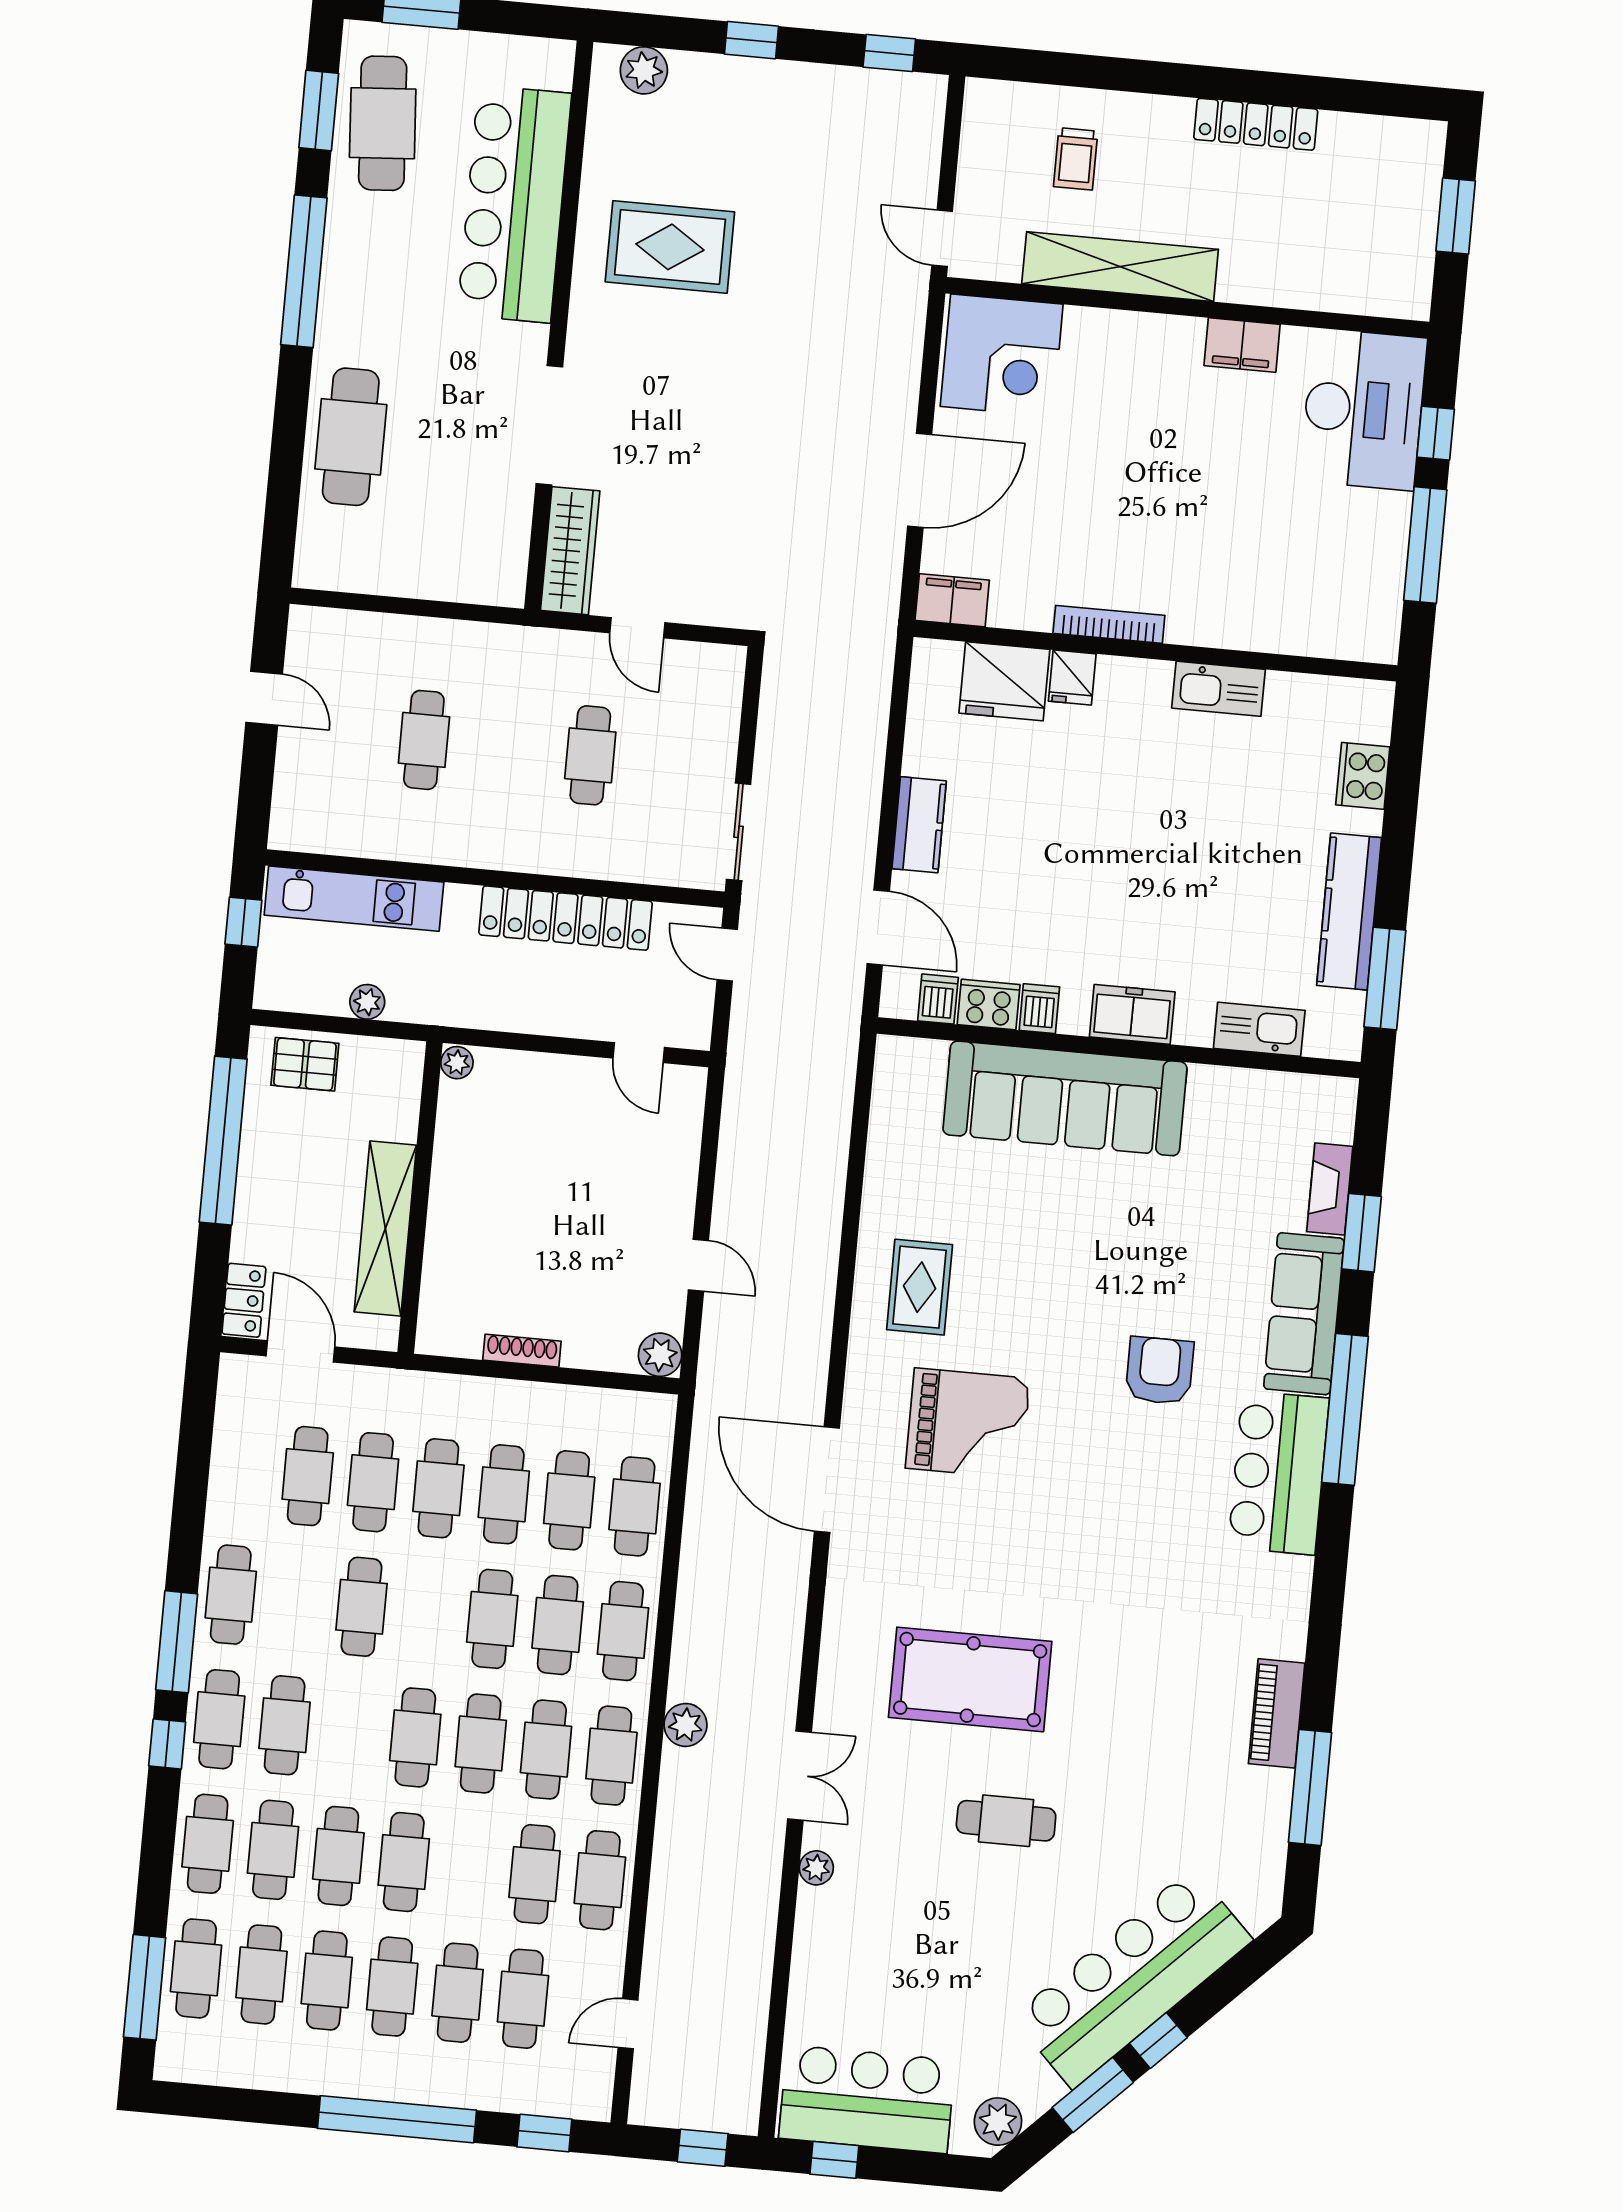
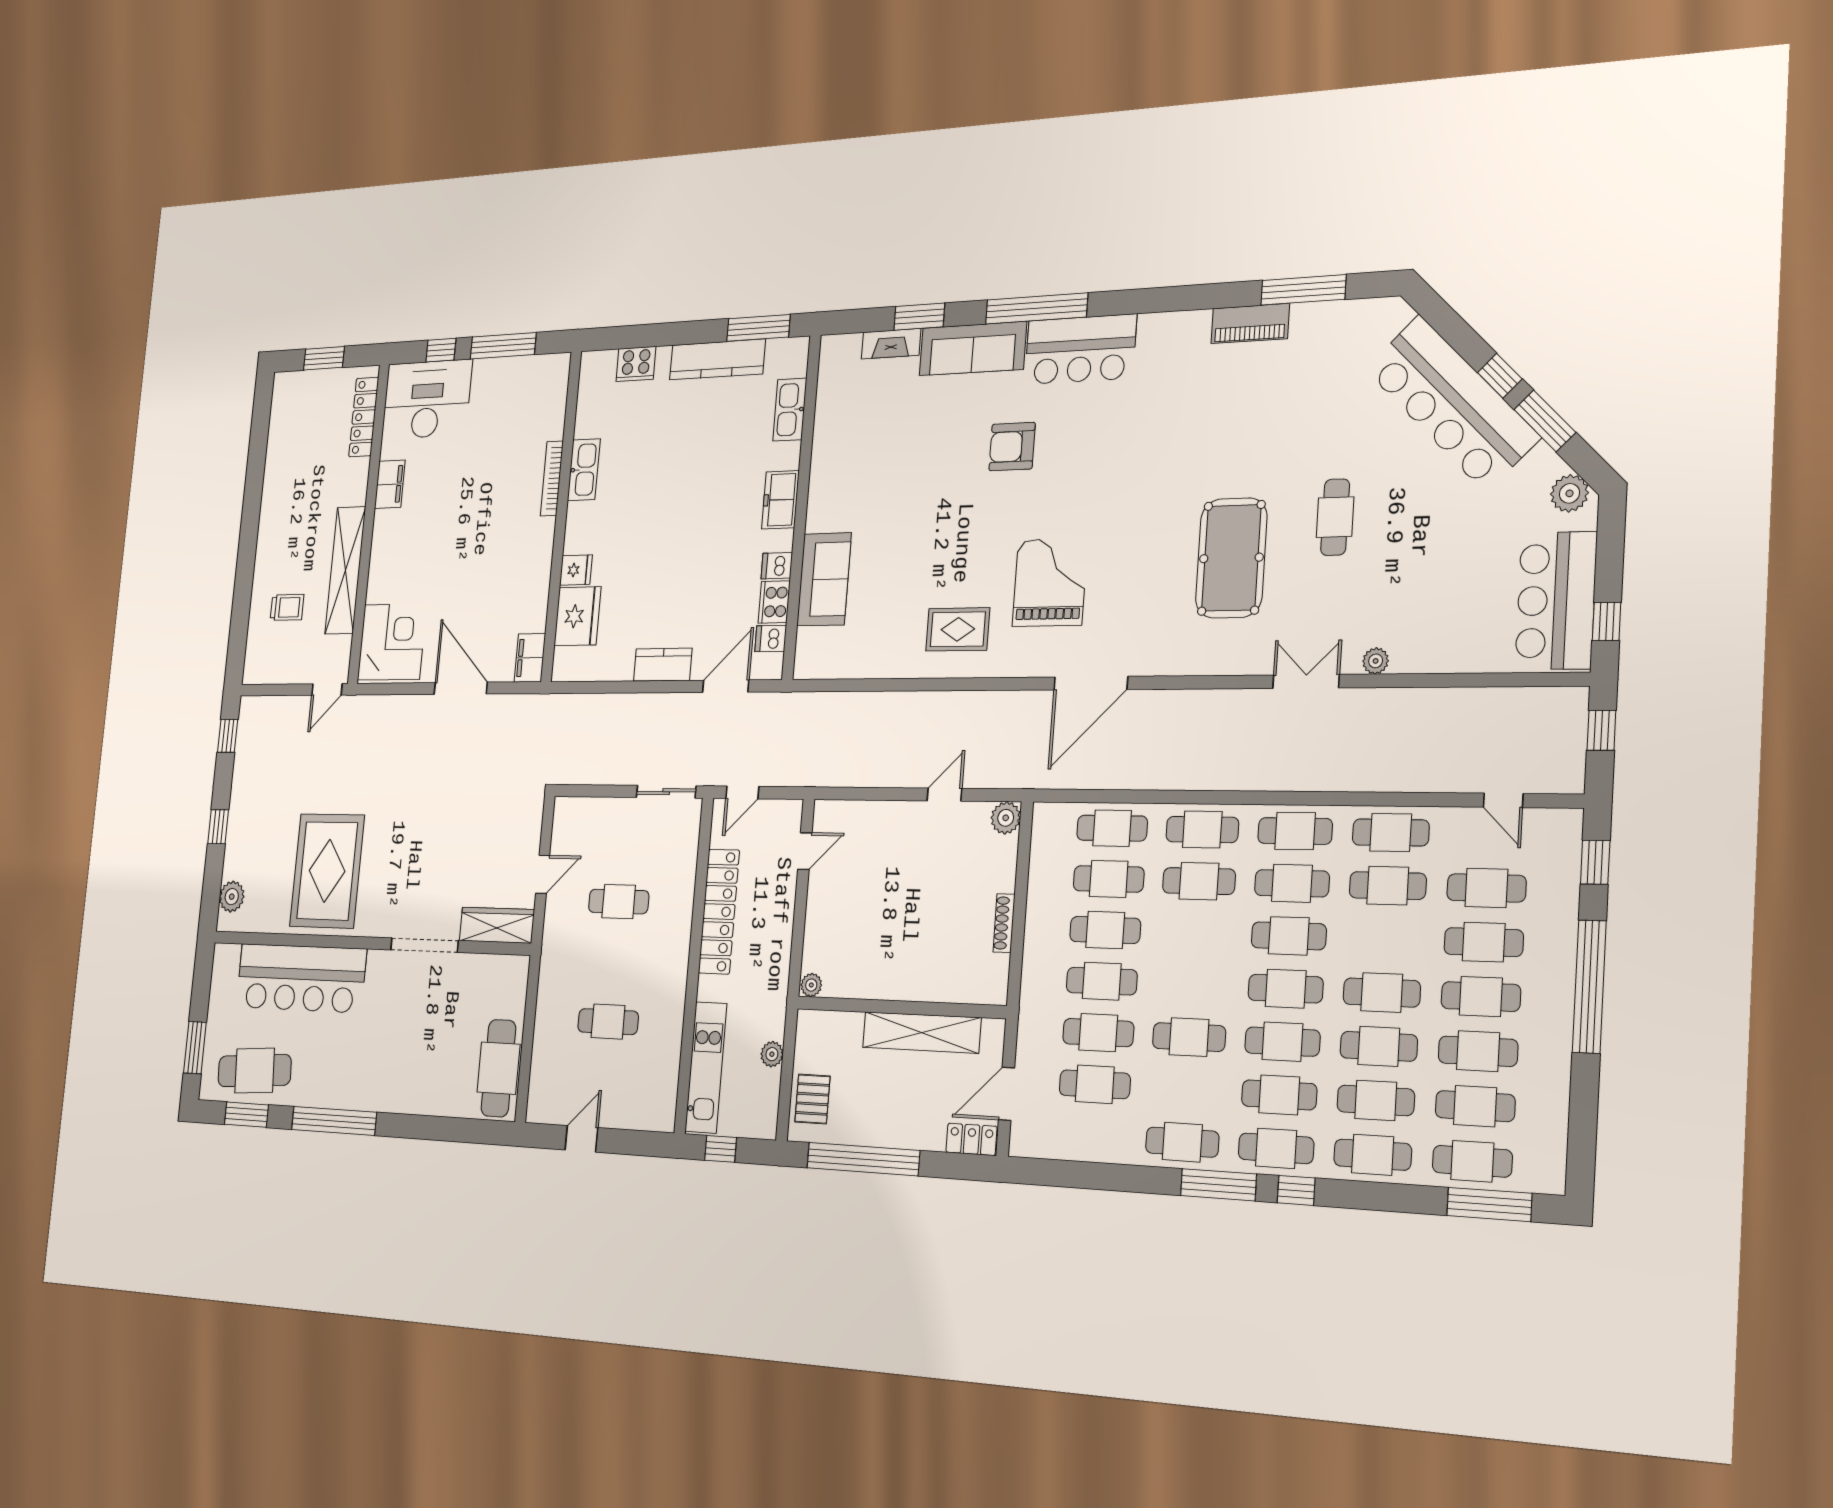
locker: (1256, 124) -> (364, 417), moved, turned 180
rug: (670, 247) -> (327, 871), width x1.37, depth x1.44
cafe table: (351, 437) -> (498, 1068), moved, turned 90
bookcase: (1109, 624) -> (552, 478), moved
sofa: (1065, 1098) -> (824, 579), width x0.54, depth x0.79
cafe table: (492, 1619) -> (1282, 1042), moved
plant: (685, 1725) -> (1270, 775), removed

